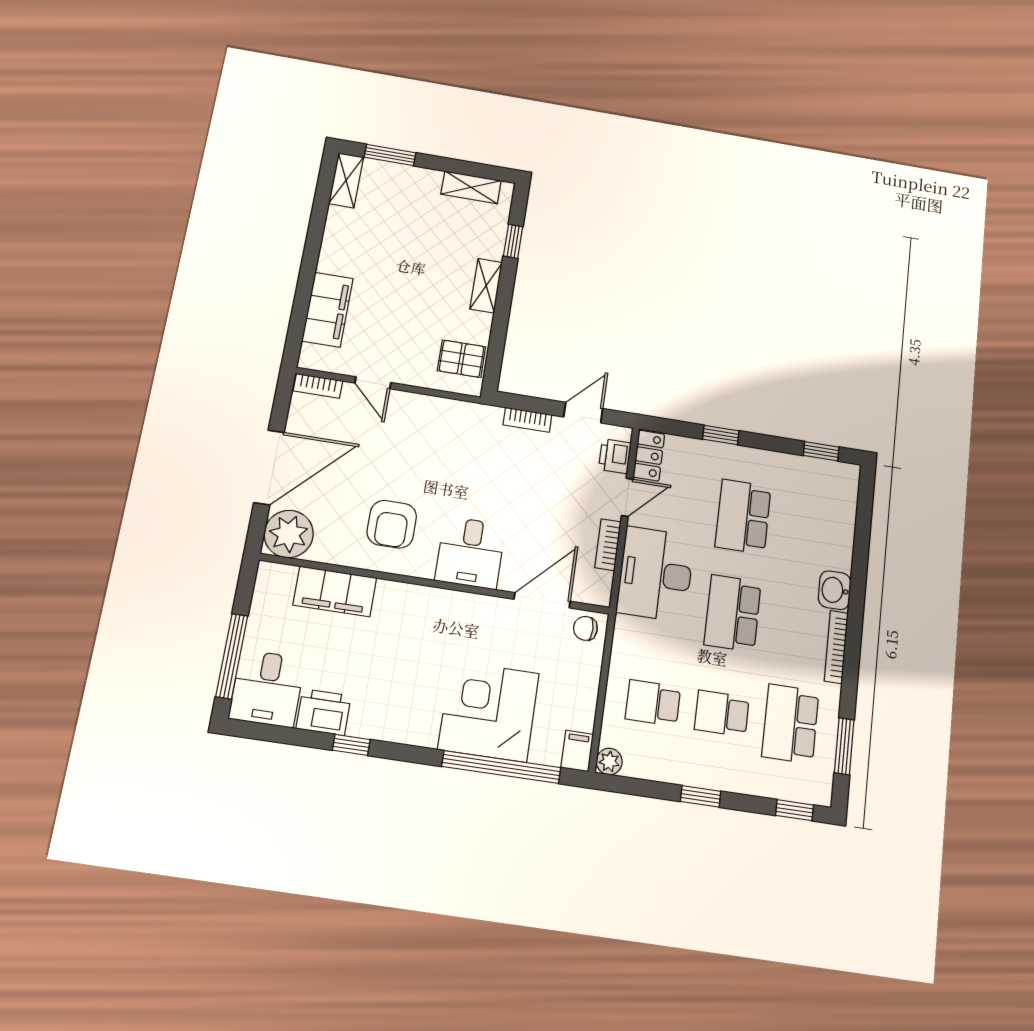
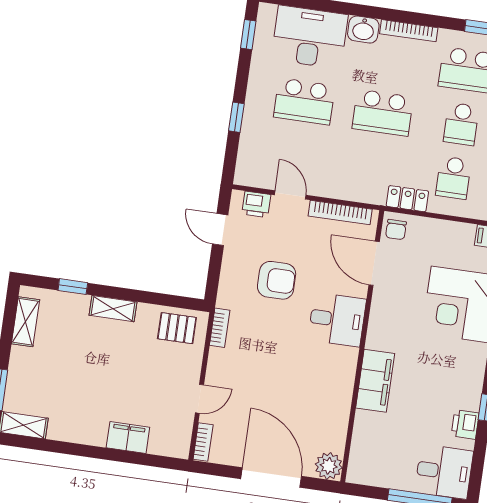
filing cabinet: (328, 310) -> (128, 437), width x0.67, depth x0.86
pallet: (462, 359) -> (177, 328), turned 90
bookcase: (527, 420) -> (220, 328), moved
locker: (649, 456) -> (407, 199), moved
armchair: (392, 524) -> (277, 280), moved
plant: (289, 534) -> (329, 466), width x0.73, depth x0.73
bookcase: (608, 545) -> (340, 213), width x1.56
desk: (656, 574) -> (310, 37), moved, turned 180
filing cabinet: (335, 591) -> (375, 381), moved
printer: (324, 712) -> (465, 424), width x0.73, depth x0.81

